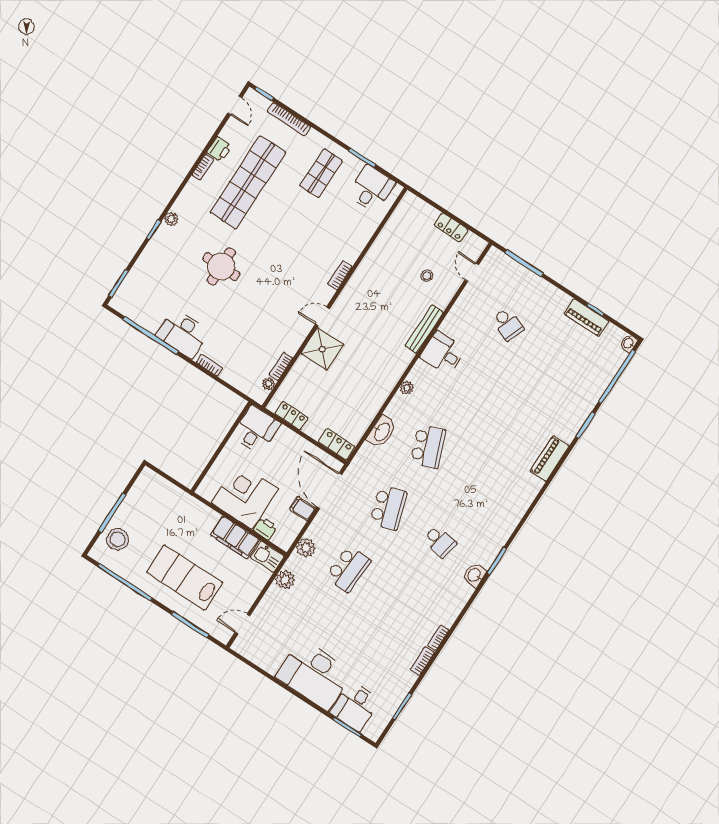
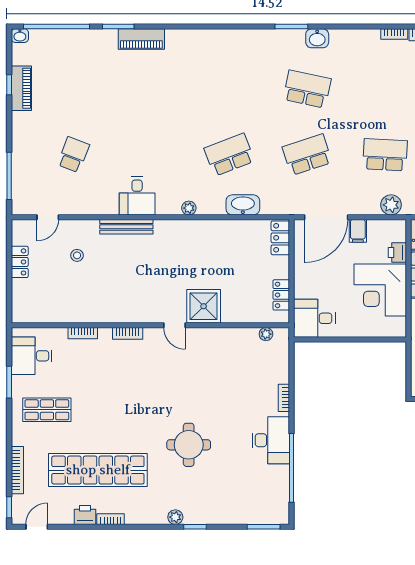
bookcase: (281, 366) -> (83, 333), moved
piano: (550, 458) -> (141, 39), moved
school desk: (440, 541) -> (307, 89), width x1.85

